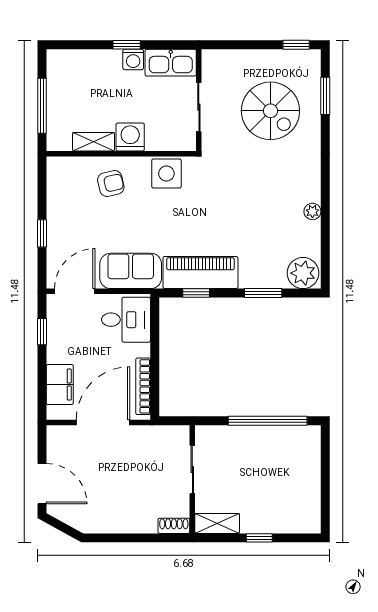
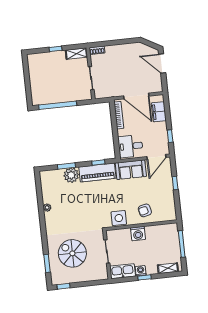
shelving: (94, 142) -> (168, 268), moved
plant: (303, 273) -> (71, 175), moved
door: (103, 422) -> (136, 96), hinge flipped

